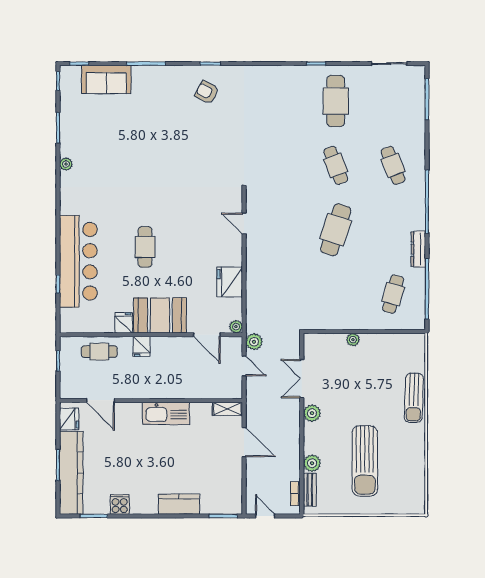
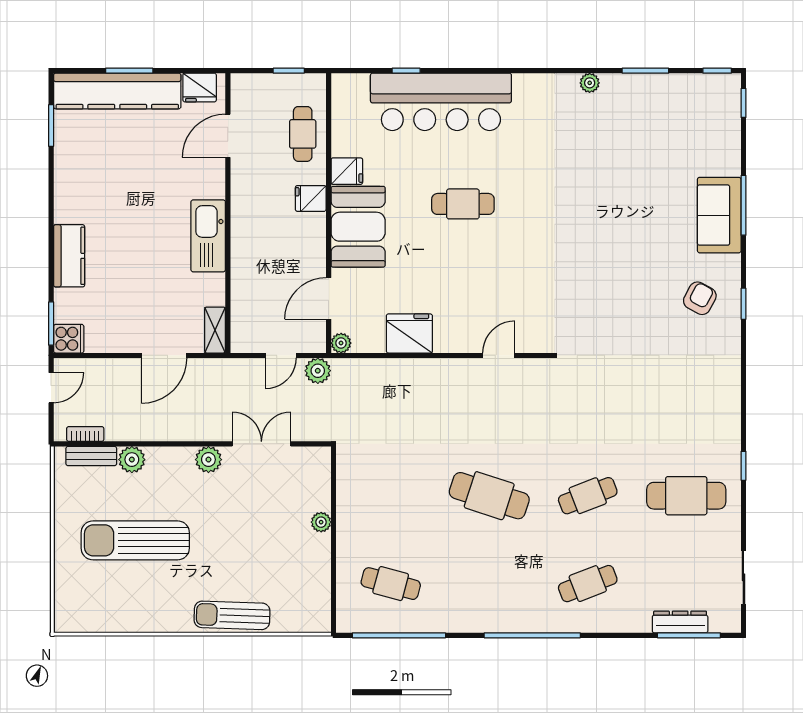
sofa: (106, 79) -> (719, 215), moved
dresser: (418, 249) -> (680, 622), moved
cooker: (120, 504) -> (69, 339), moved

